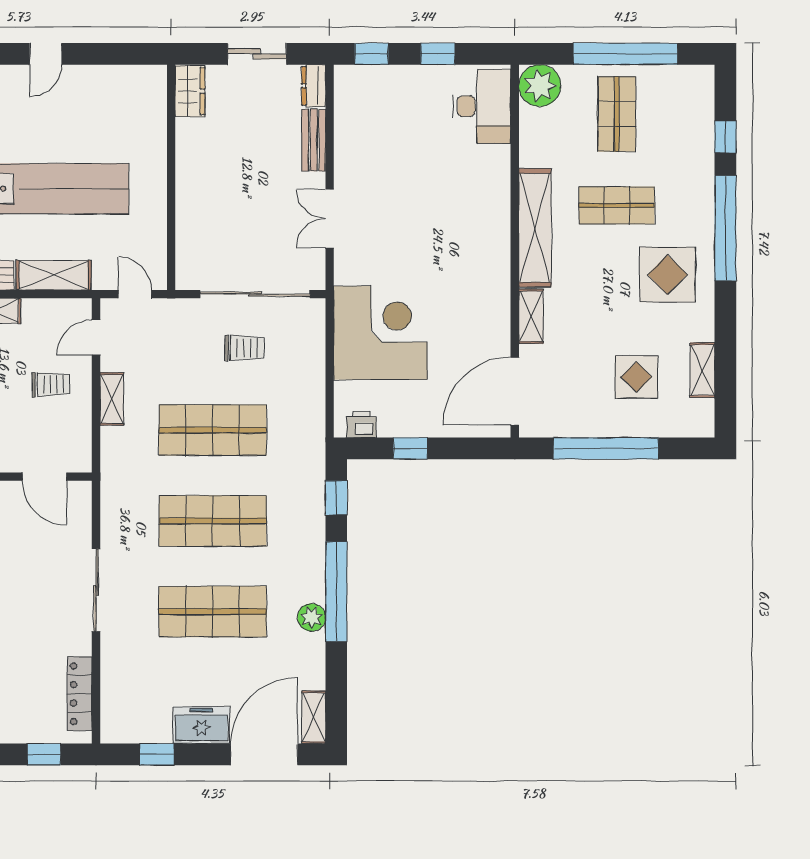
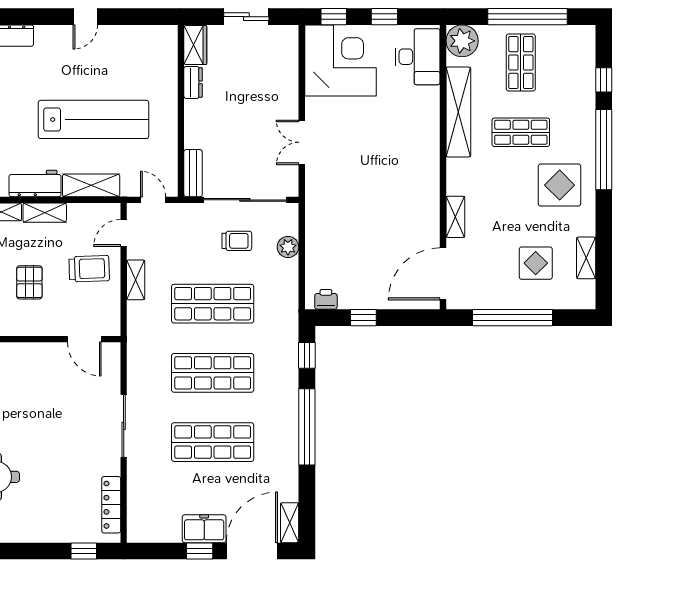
dresser: (314, 86) -> (193, 82), moved, turned 180
bench: (314, 140) -> (193, 173), moved
shelving: (535, 228) -> (458, 112), moved
corner desk: (380, 333) -> (340, 60), moved
trolley: (51, 384) -> (89, 269), width x1.36, depth x1.39
plant: (312, 617) -> (288, 247), moved
window: (157, 754) -> (200, 551), moved

